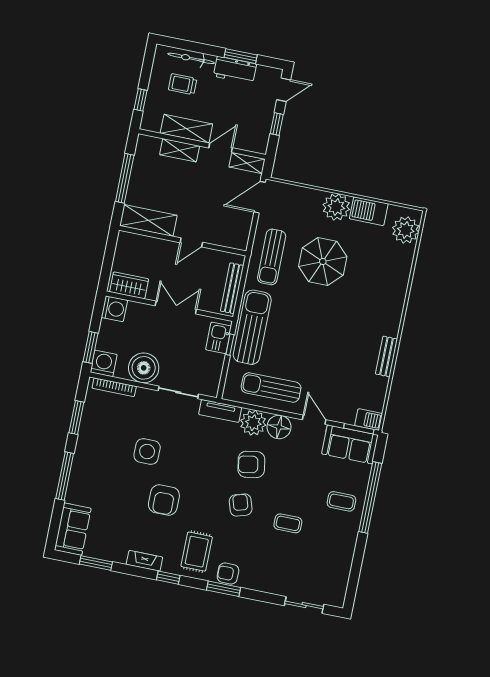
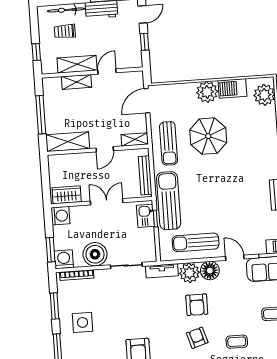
shelving: (247, 163) -> (135, 139), moved
side table: (147, 451) -> (83, 322), moved
armchair: (251, 464) -> (197, 305), turned -80

